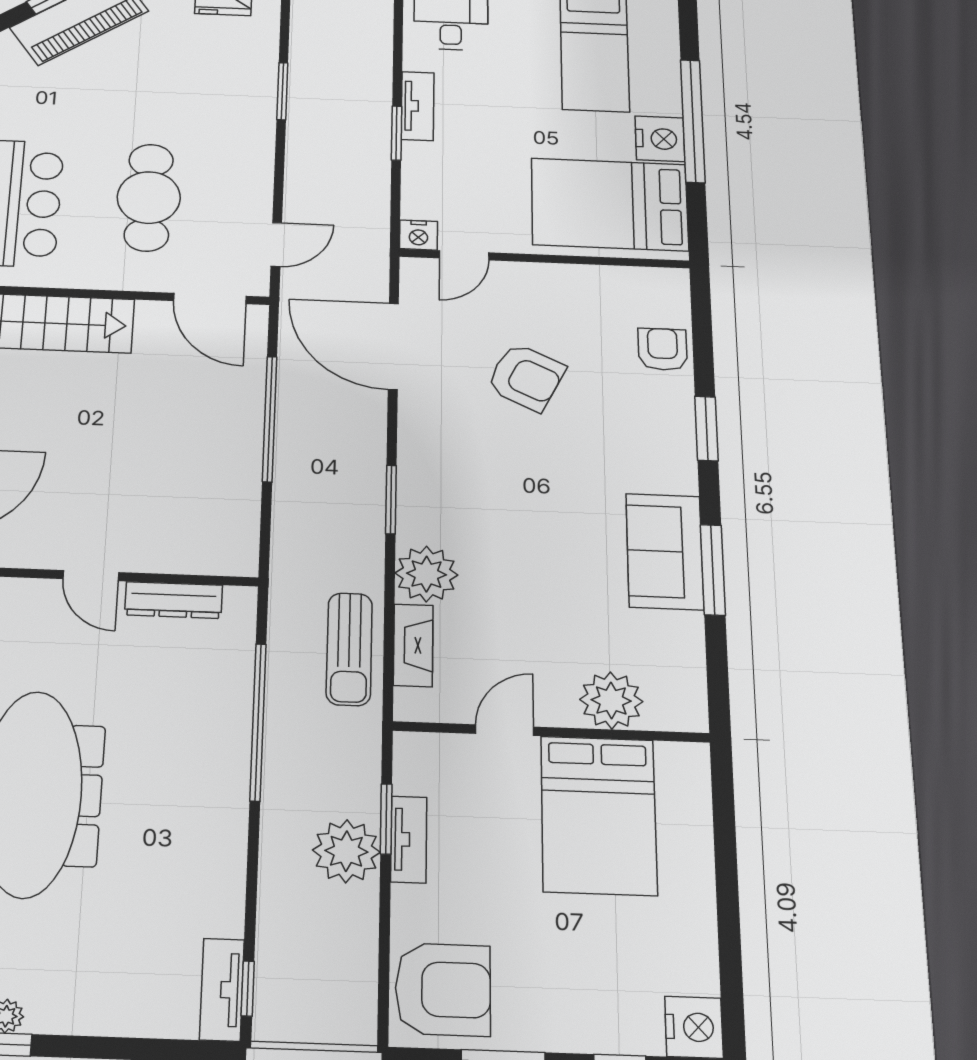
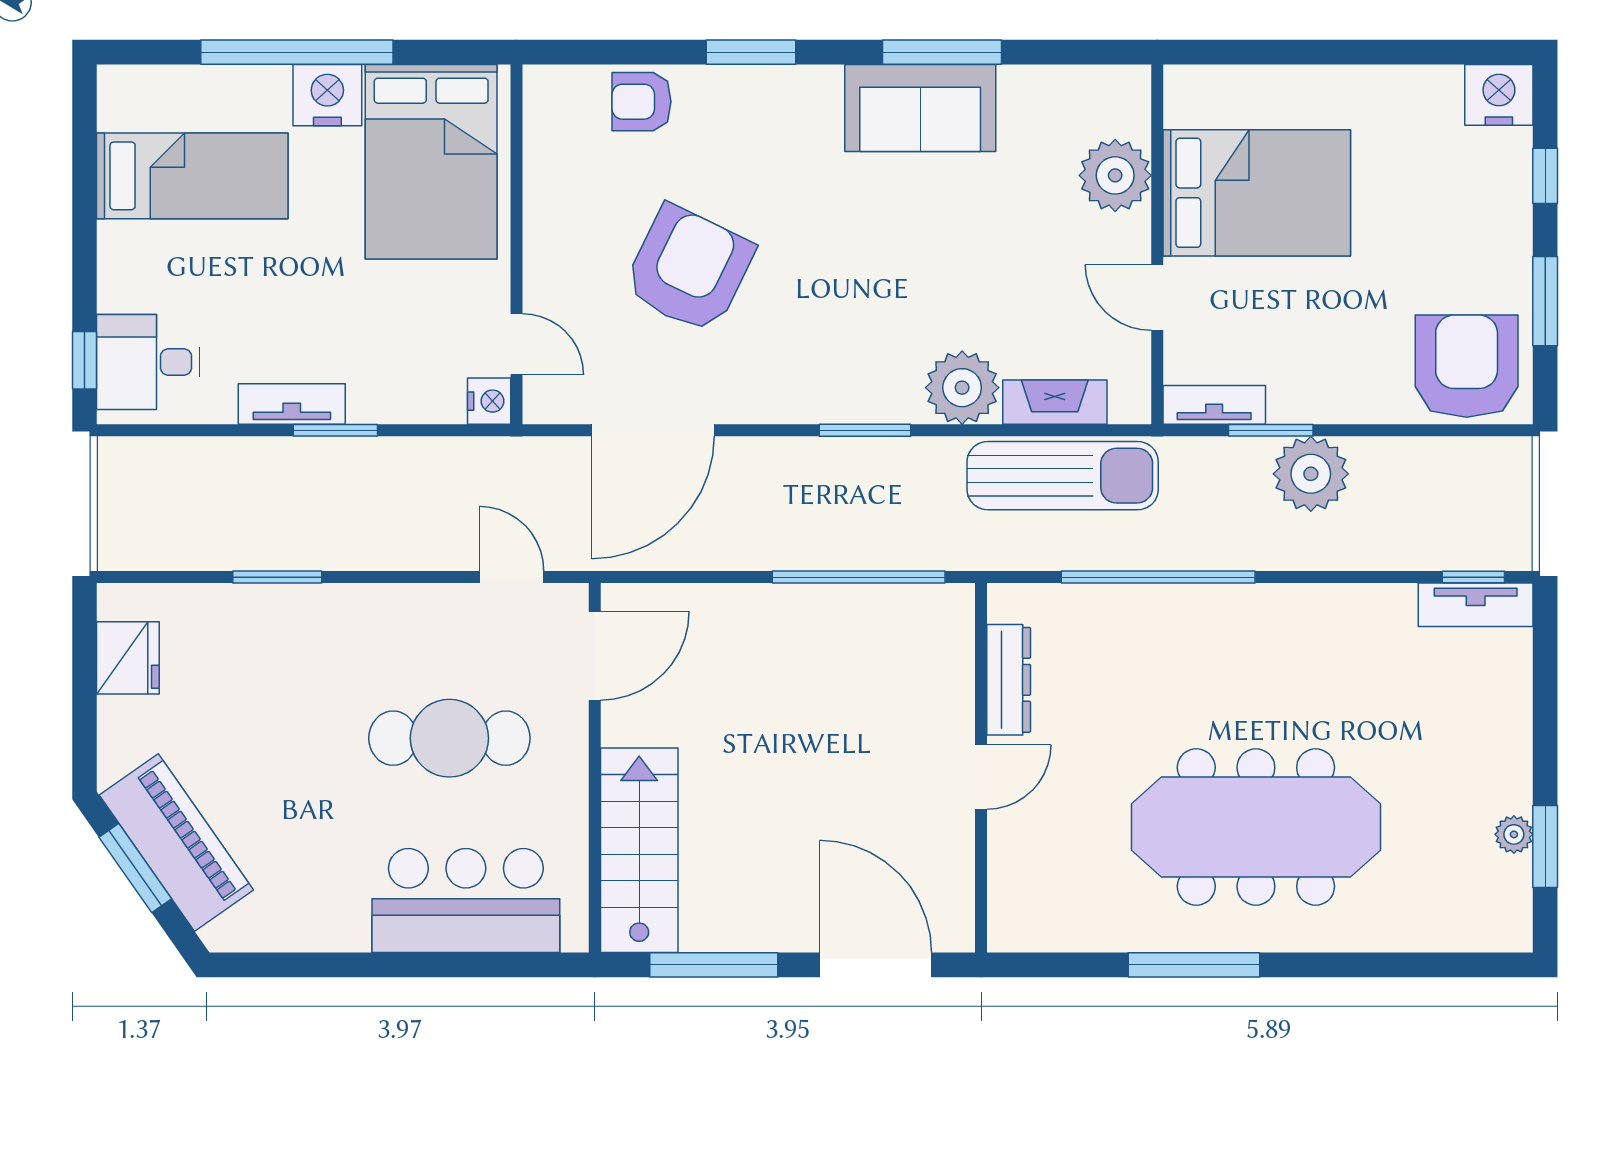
armchair: (526, 377) -> (689, 269), width x1.36, depth x1.36
window: (270, 419) -> (859, 577), moved
sun lounger: (349, 649) -> (1063, 476), width x1.36, depth x1.34
tv unit: (409, 839) -> (1214, 405), moved

